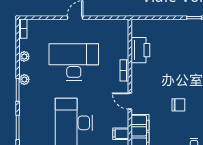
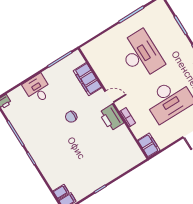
printer: (140, 50) -> (111, 118), moved
filing cabinet: (121, 134) -> (149, 145), moved, width x2.00

